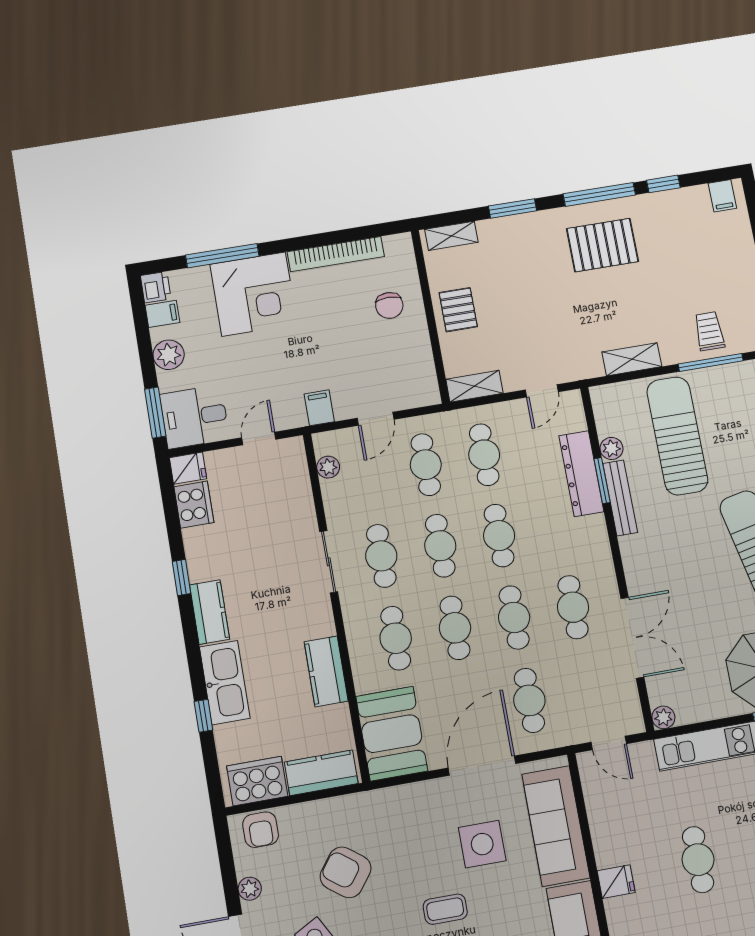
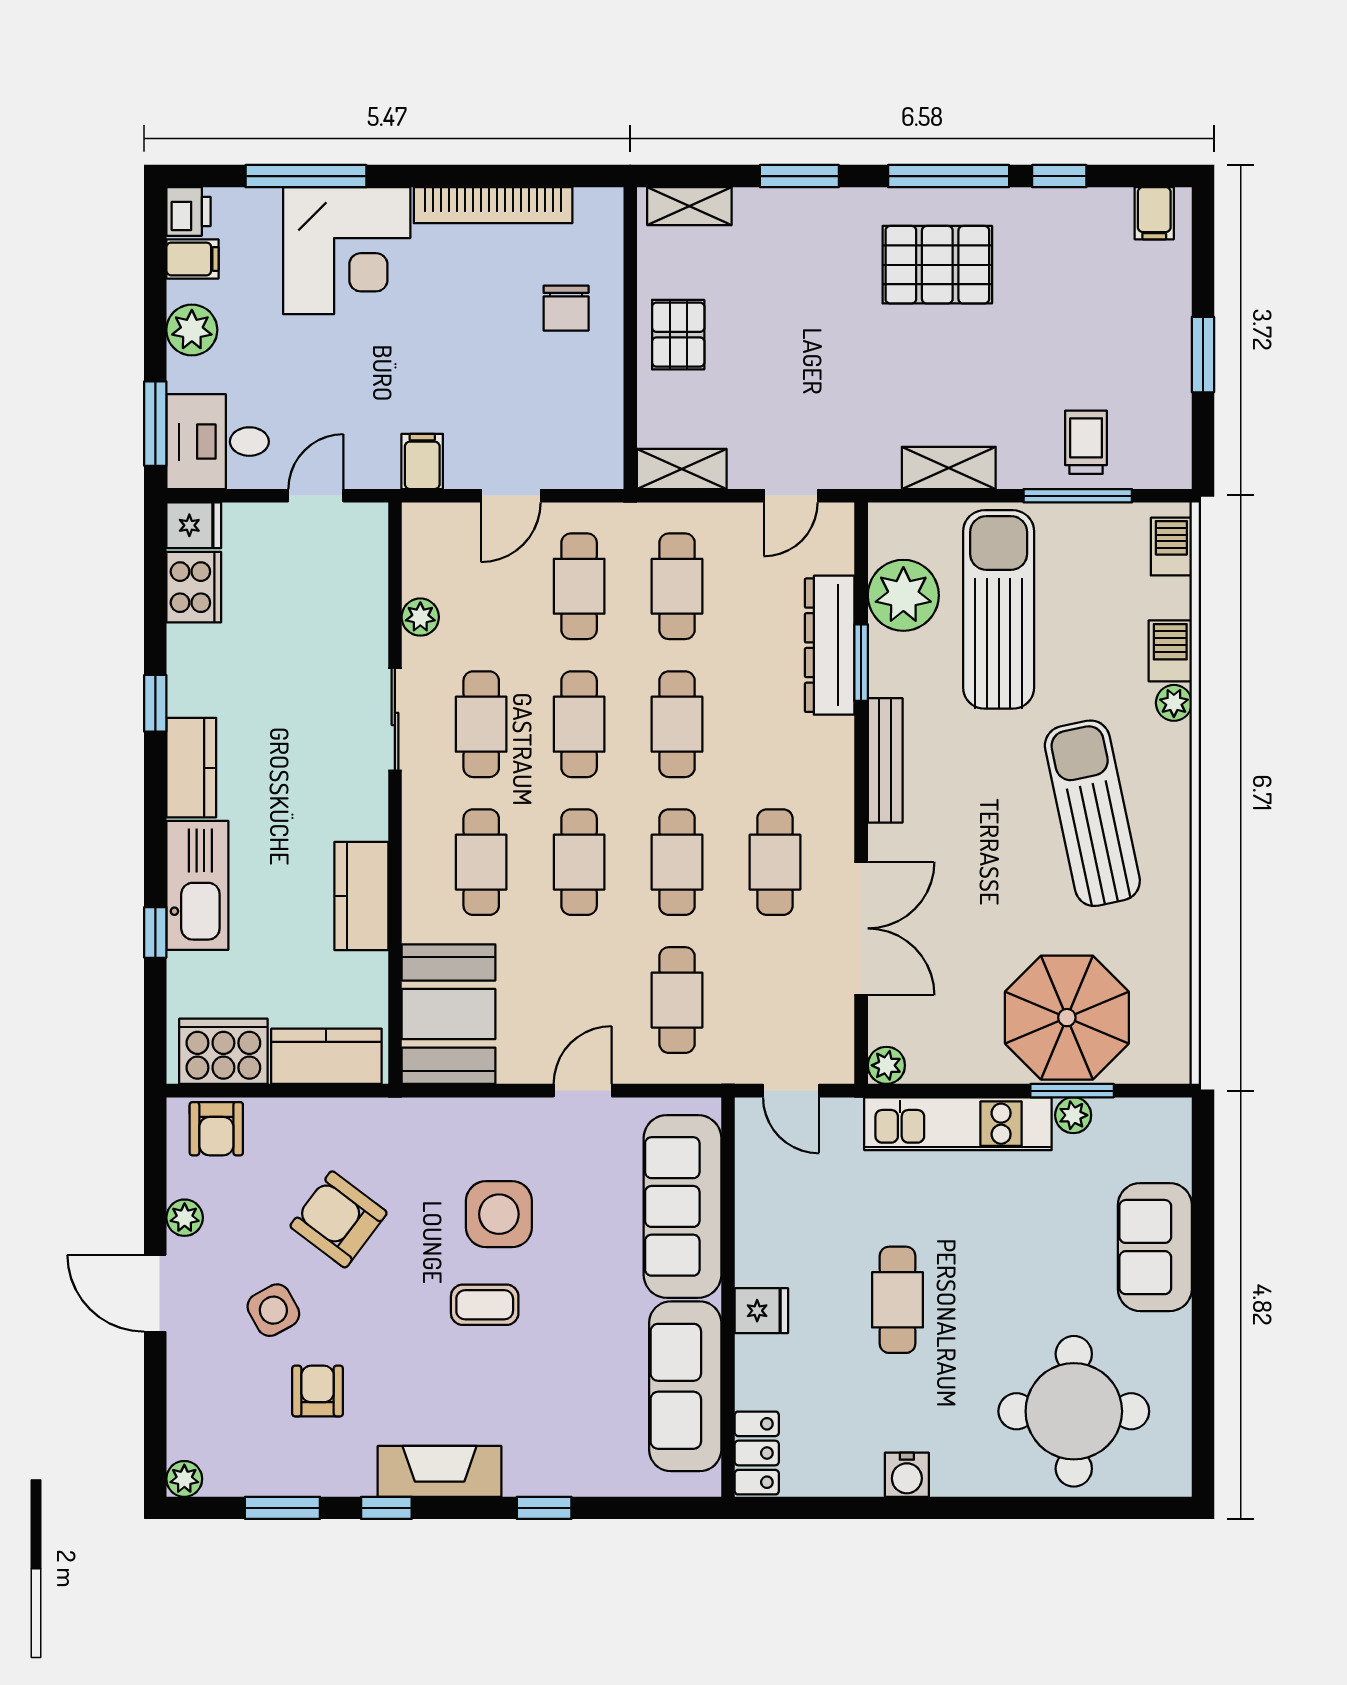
plant: (611, 448) -> (903, 595), width x1.88, depth x1.88
plant: (328, 467) -> (420, 617), moved
bench: (620, 498) -> (885, 760), moved
door: (482, 766) -> (583, 1091), width x0.53
side table: (482, 844) -> (499, 1214), moved

